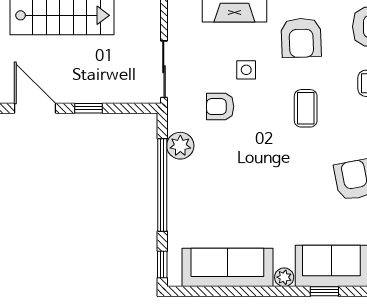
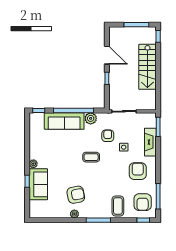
armchair: (301, 38) -> (138, 171), turned 92
door: (35, 108) -> (107, 55), hinge flipped
coffee table: (306, 108) -> (91, 157), moved
sofa: (227, 267) -> (64, 121), moved, turned 90

